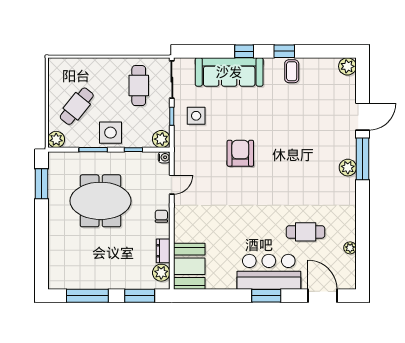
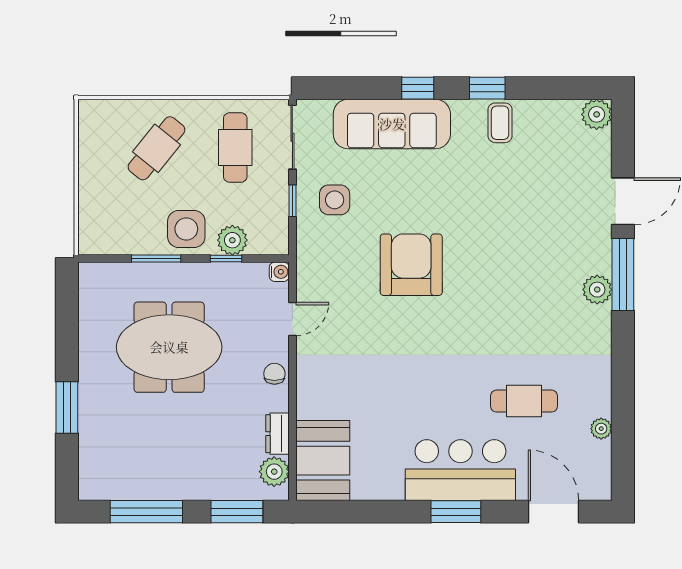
cafe table: (77, 106) -> (156, 148), moved
plant: (56, 139) -> (92, 241), removed
plant: (161, 139) -> (232, 240), moved
armchair: (240, 153) -> (411, 265), width x1.36, depth x1.36
window: (42, 184) -> (67, 407), moved

